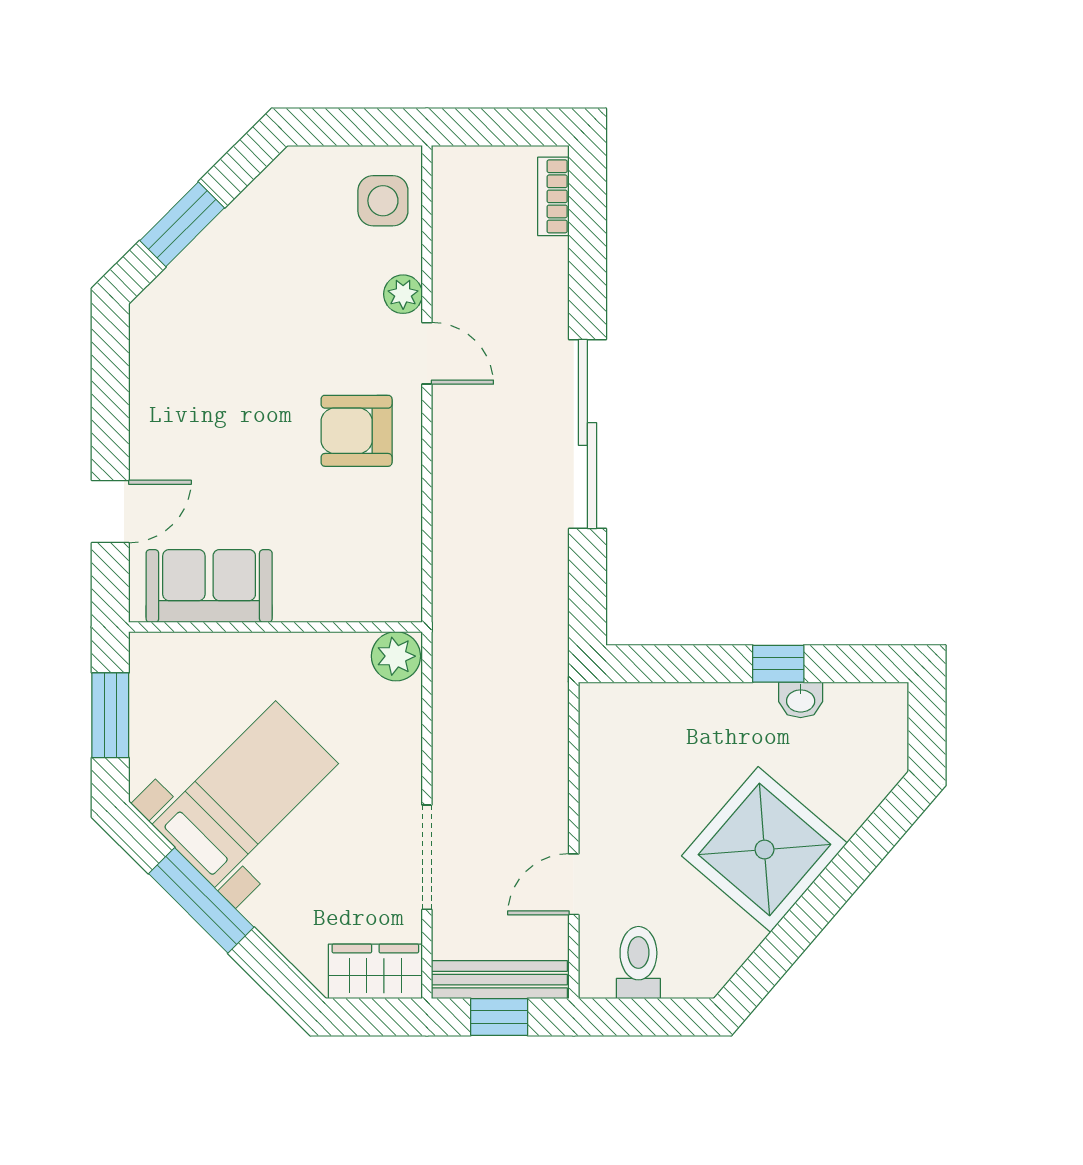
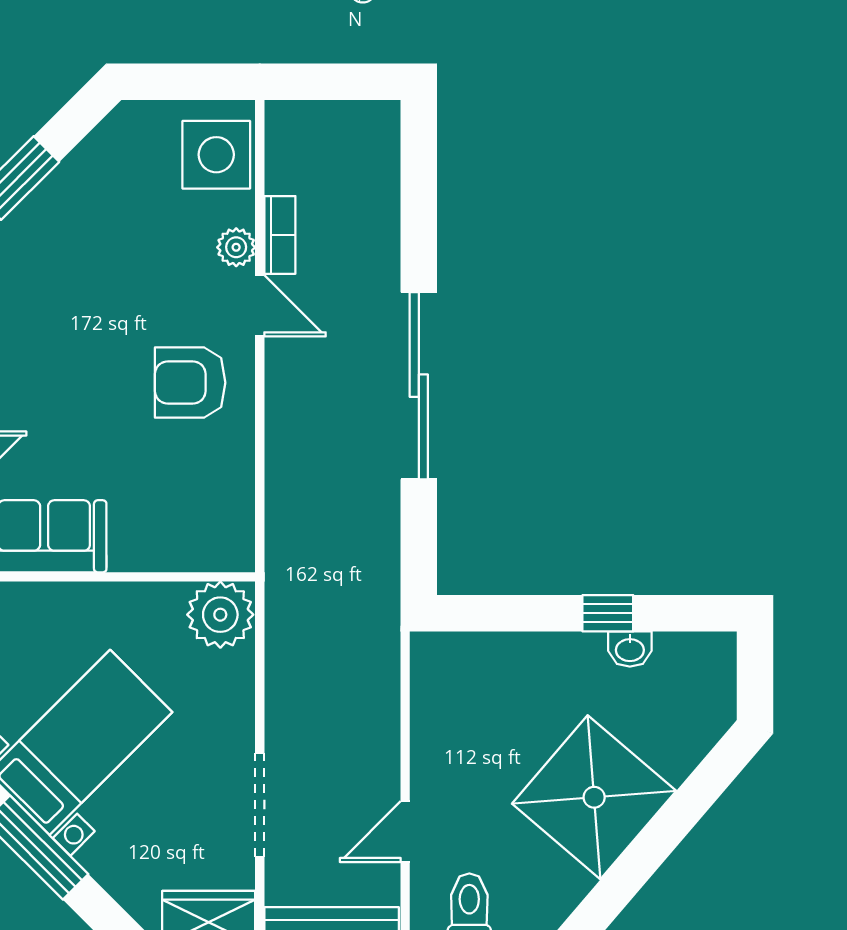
bookcase: (553, 196) -> (280, 235), moved, turned 180
side table: (383, 201) -> (216, 155), width x1.37, depth x1.37
plant: (396, 656) -> (220, 615), width x1.36, depth x1.36

